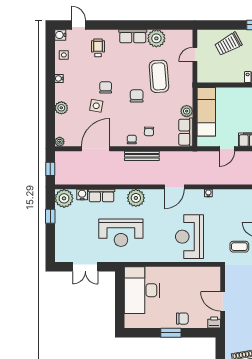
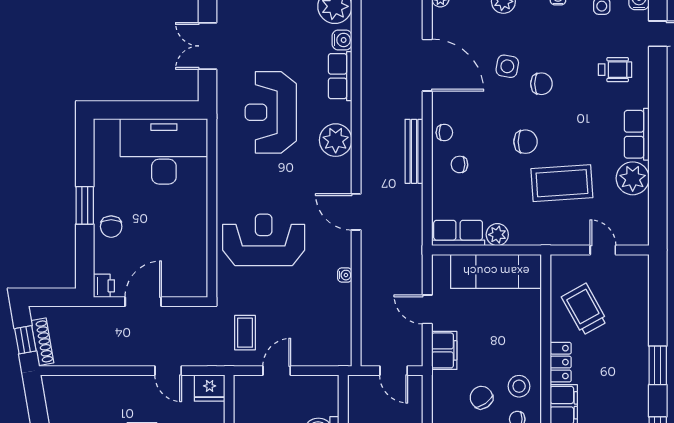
trolley: (228, 44) -> (584, 309), moved

